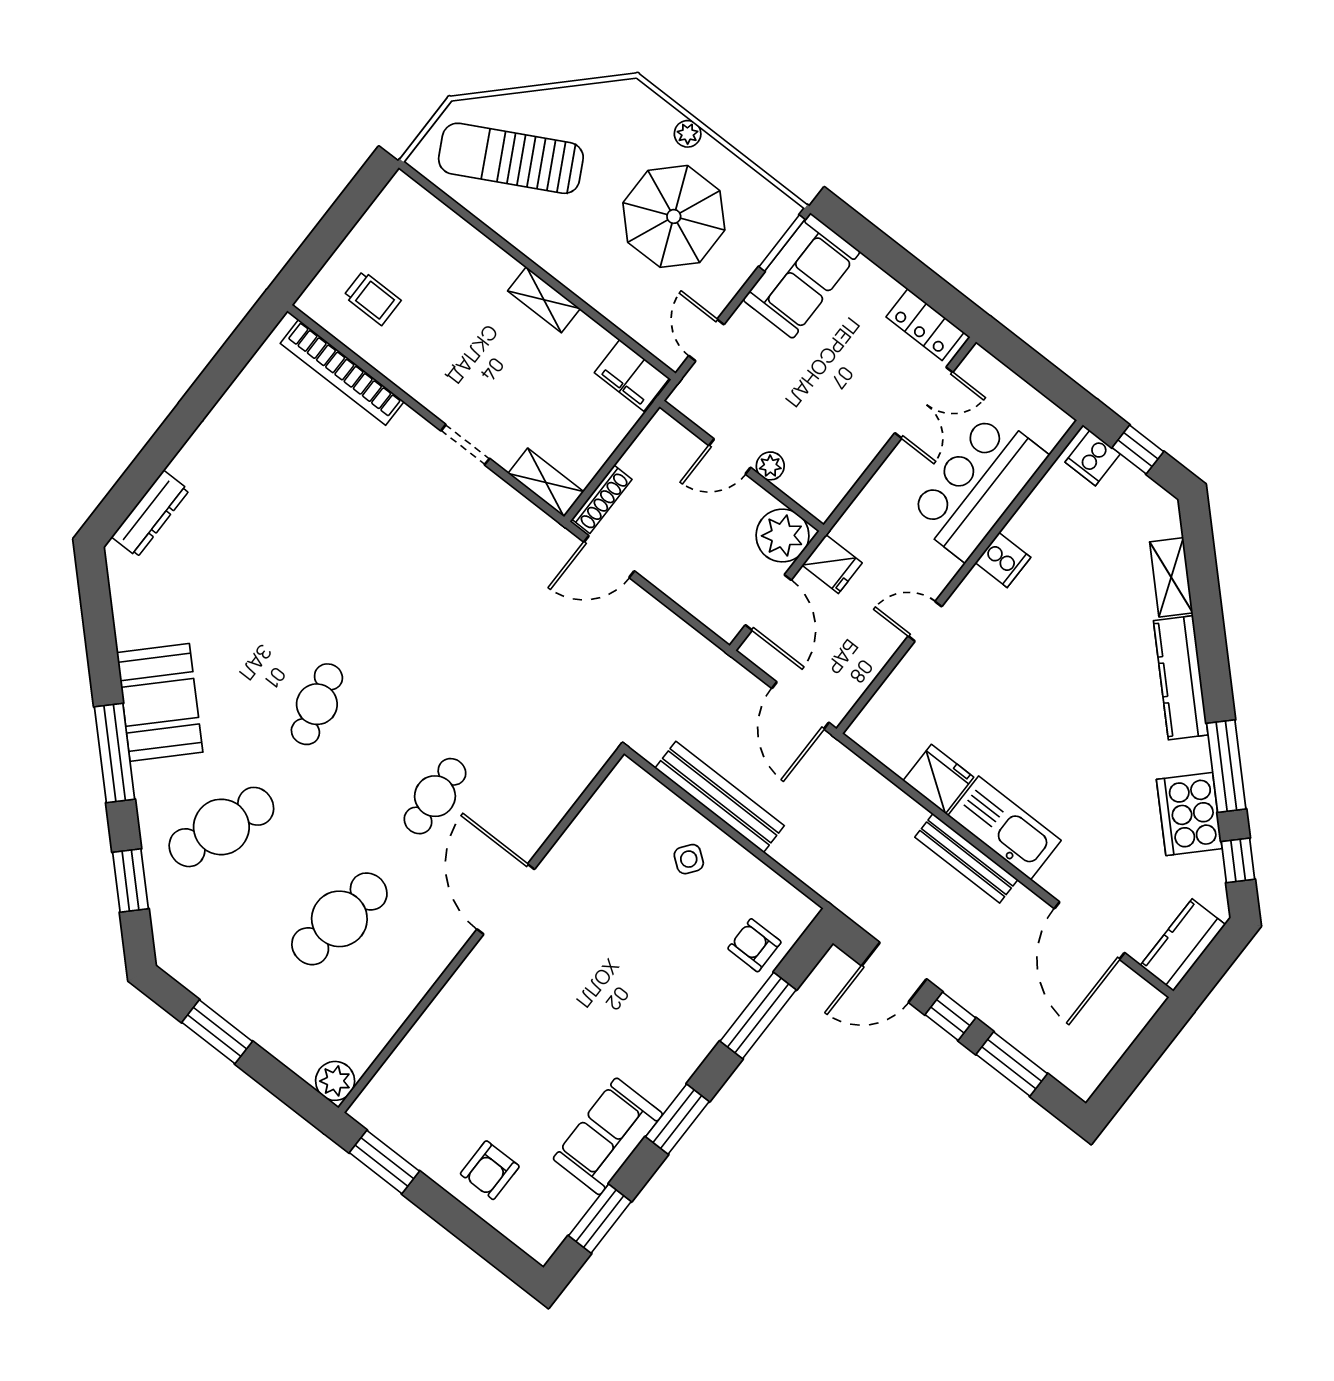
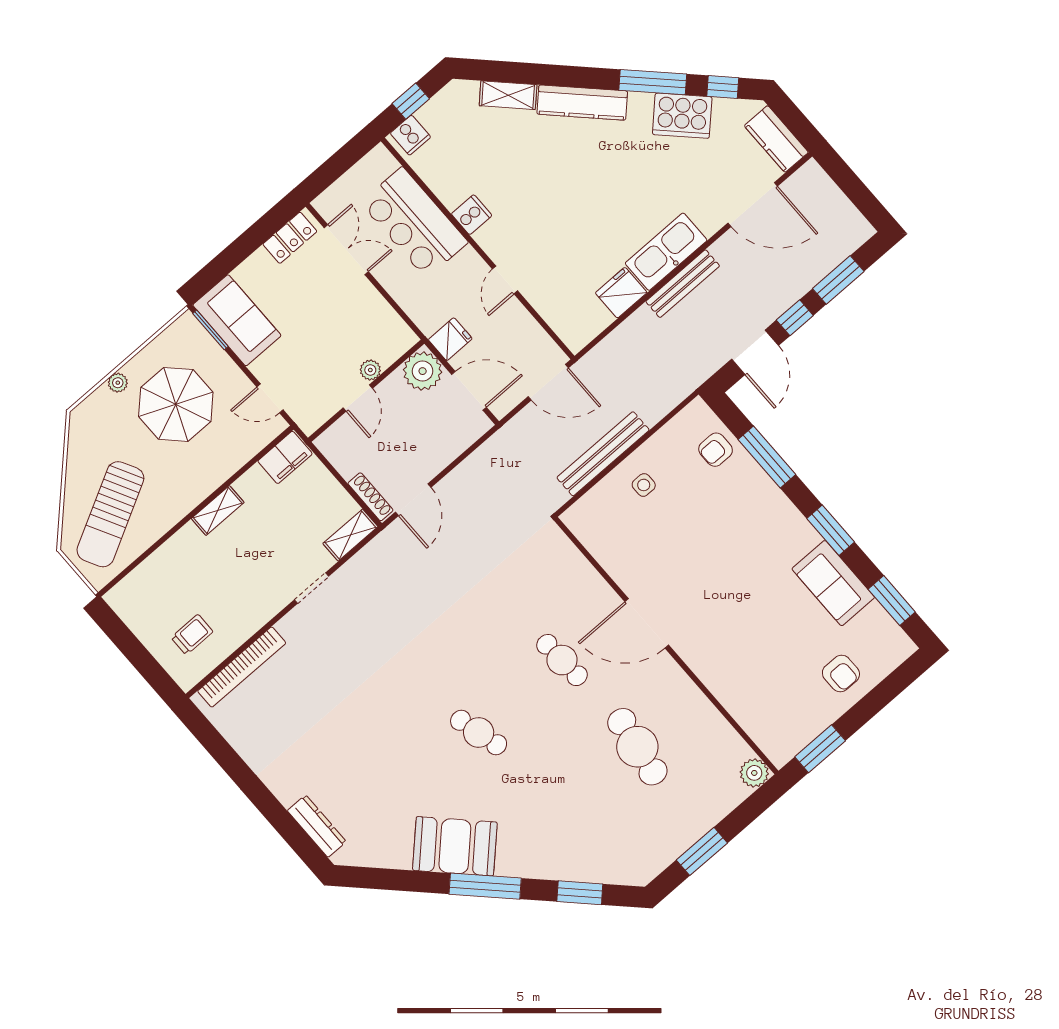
cafe table: (221, 827) -> (554, 819), removed
side table: (689, 859) -> (644, 485), turned -37

